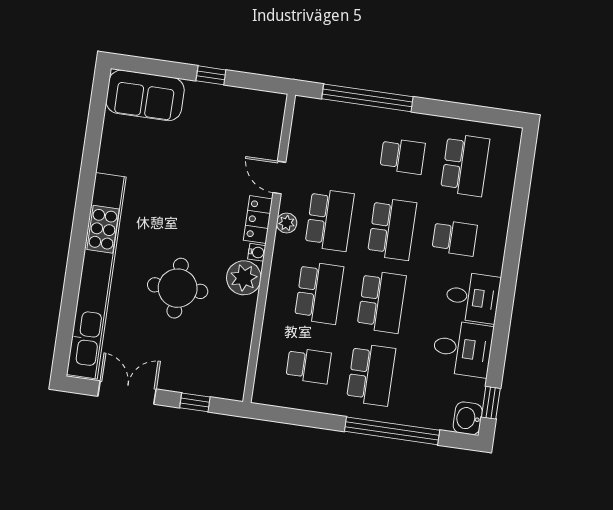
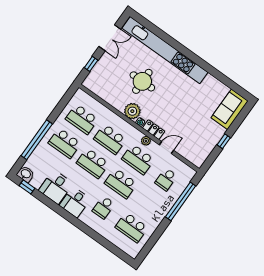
school desk: (403, 156) -> (166, 179), moved
school desk: (309, 366) -> (82, 119), width x1.85

